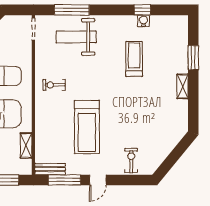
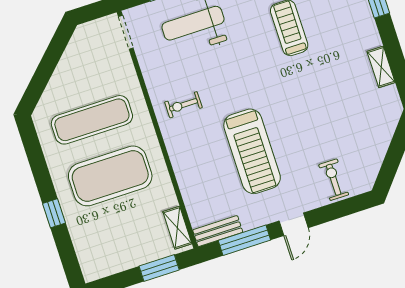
shelving: (183, 86) -> (381, 67), moved
shelving: (26, 145) -> (177, 228), moved

